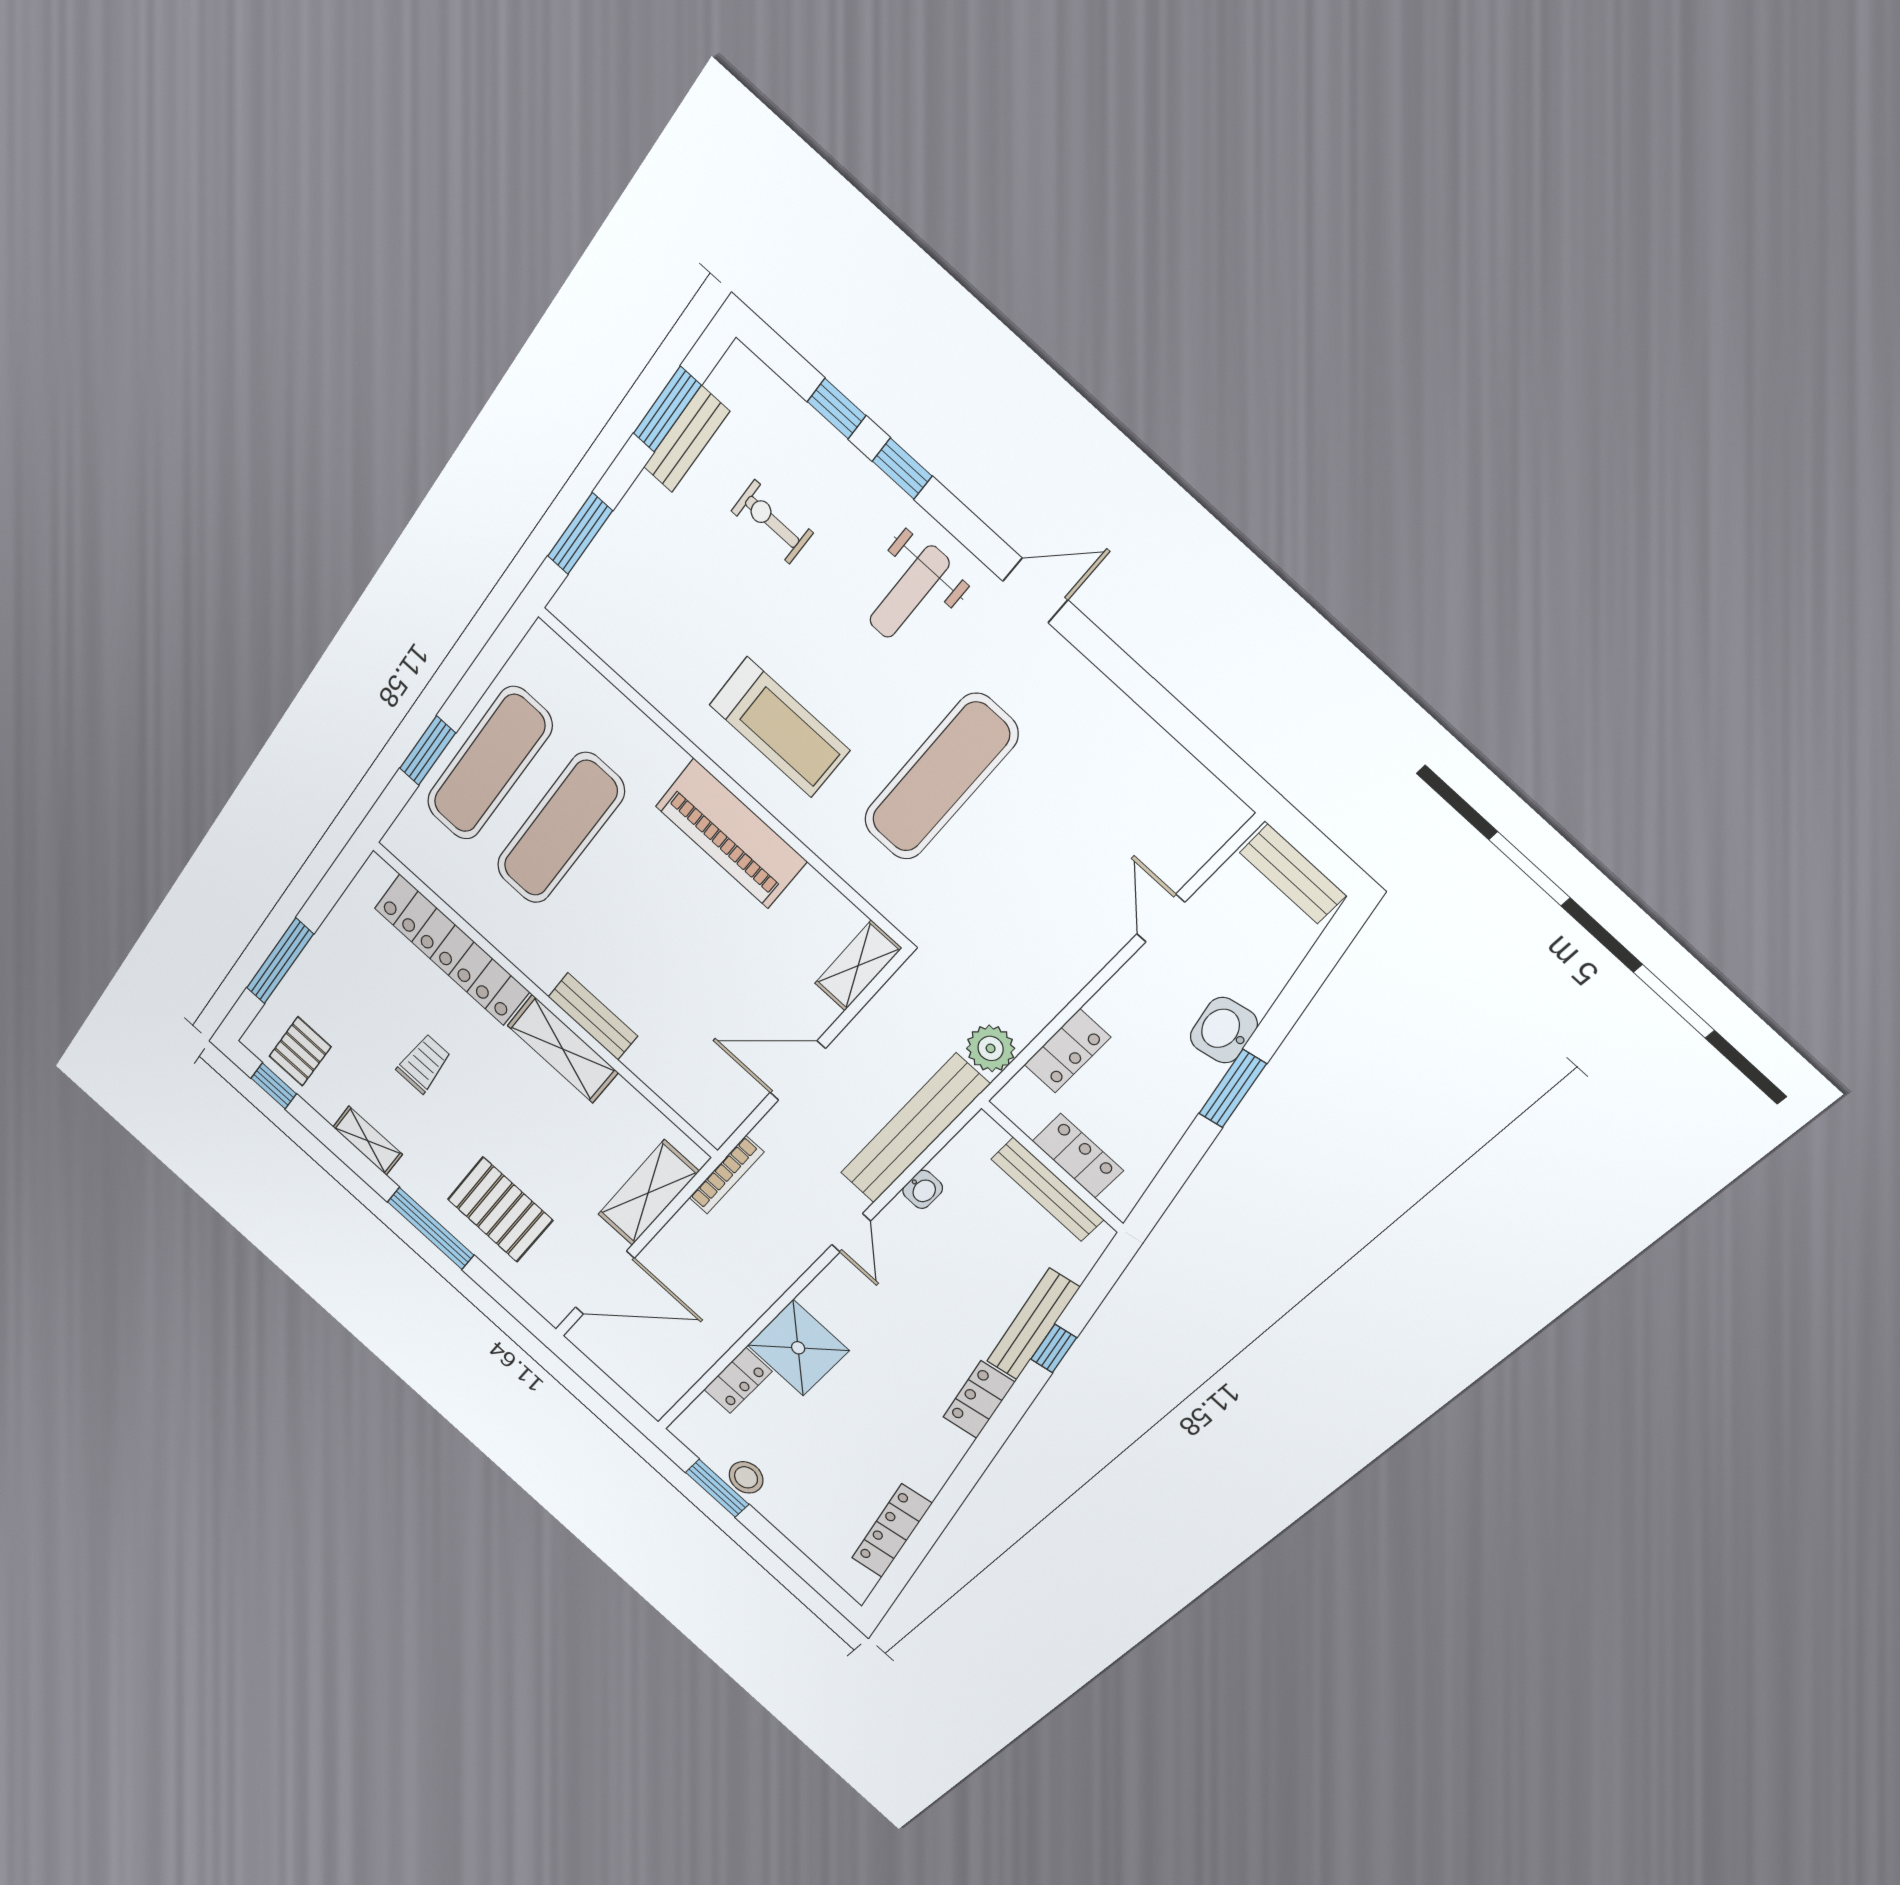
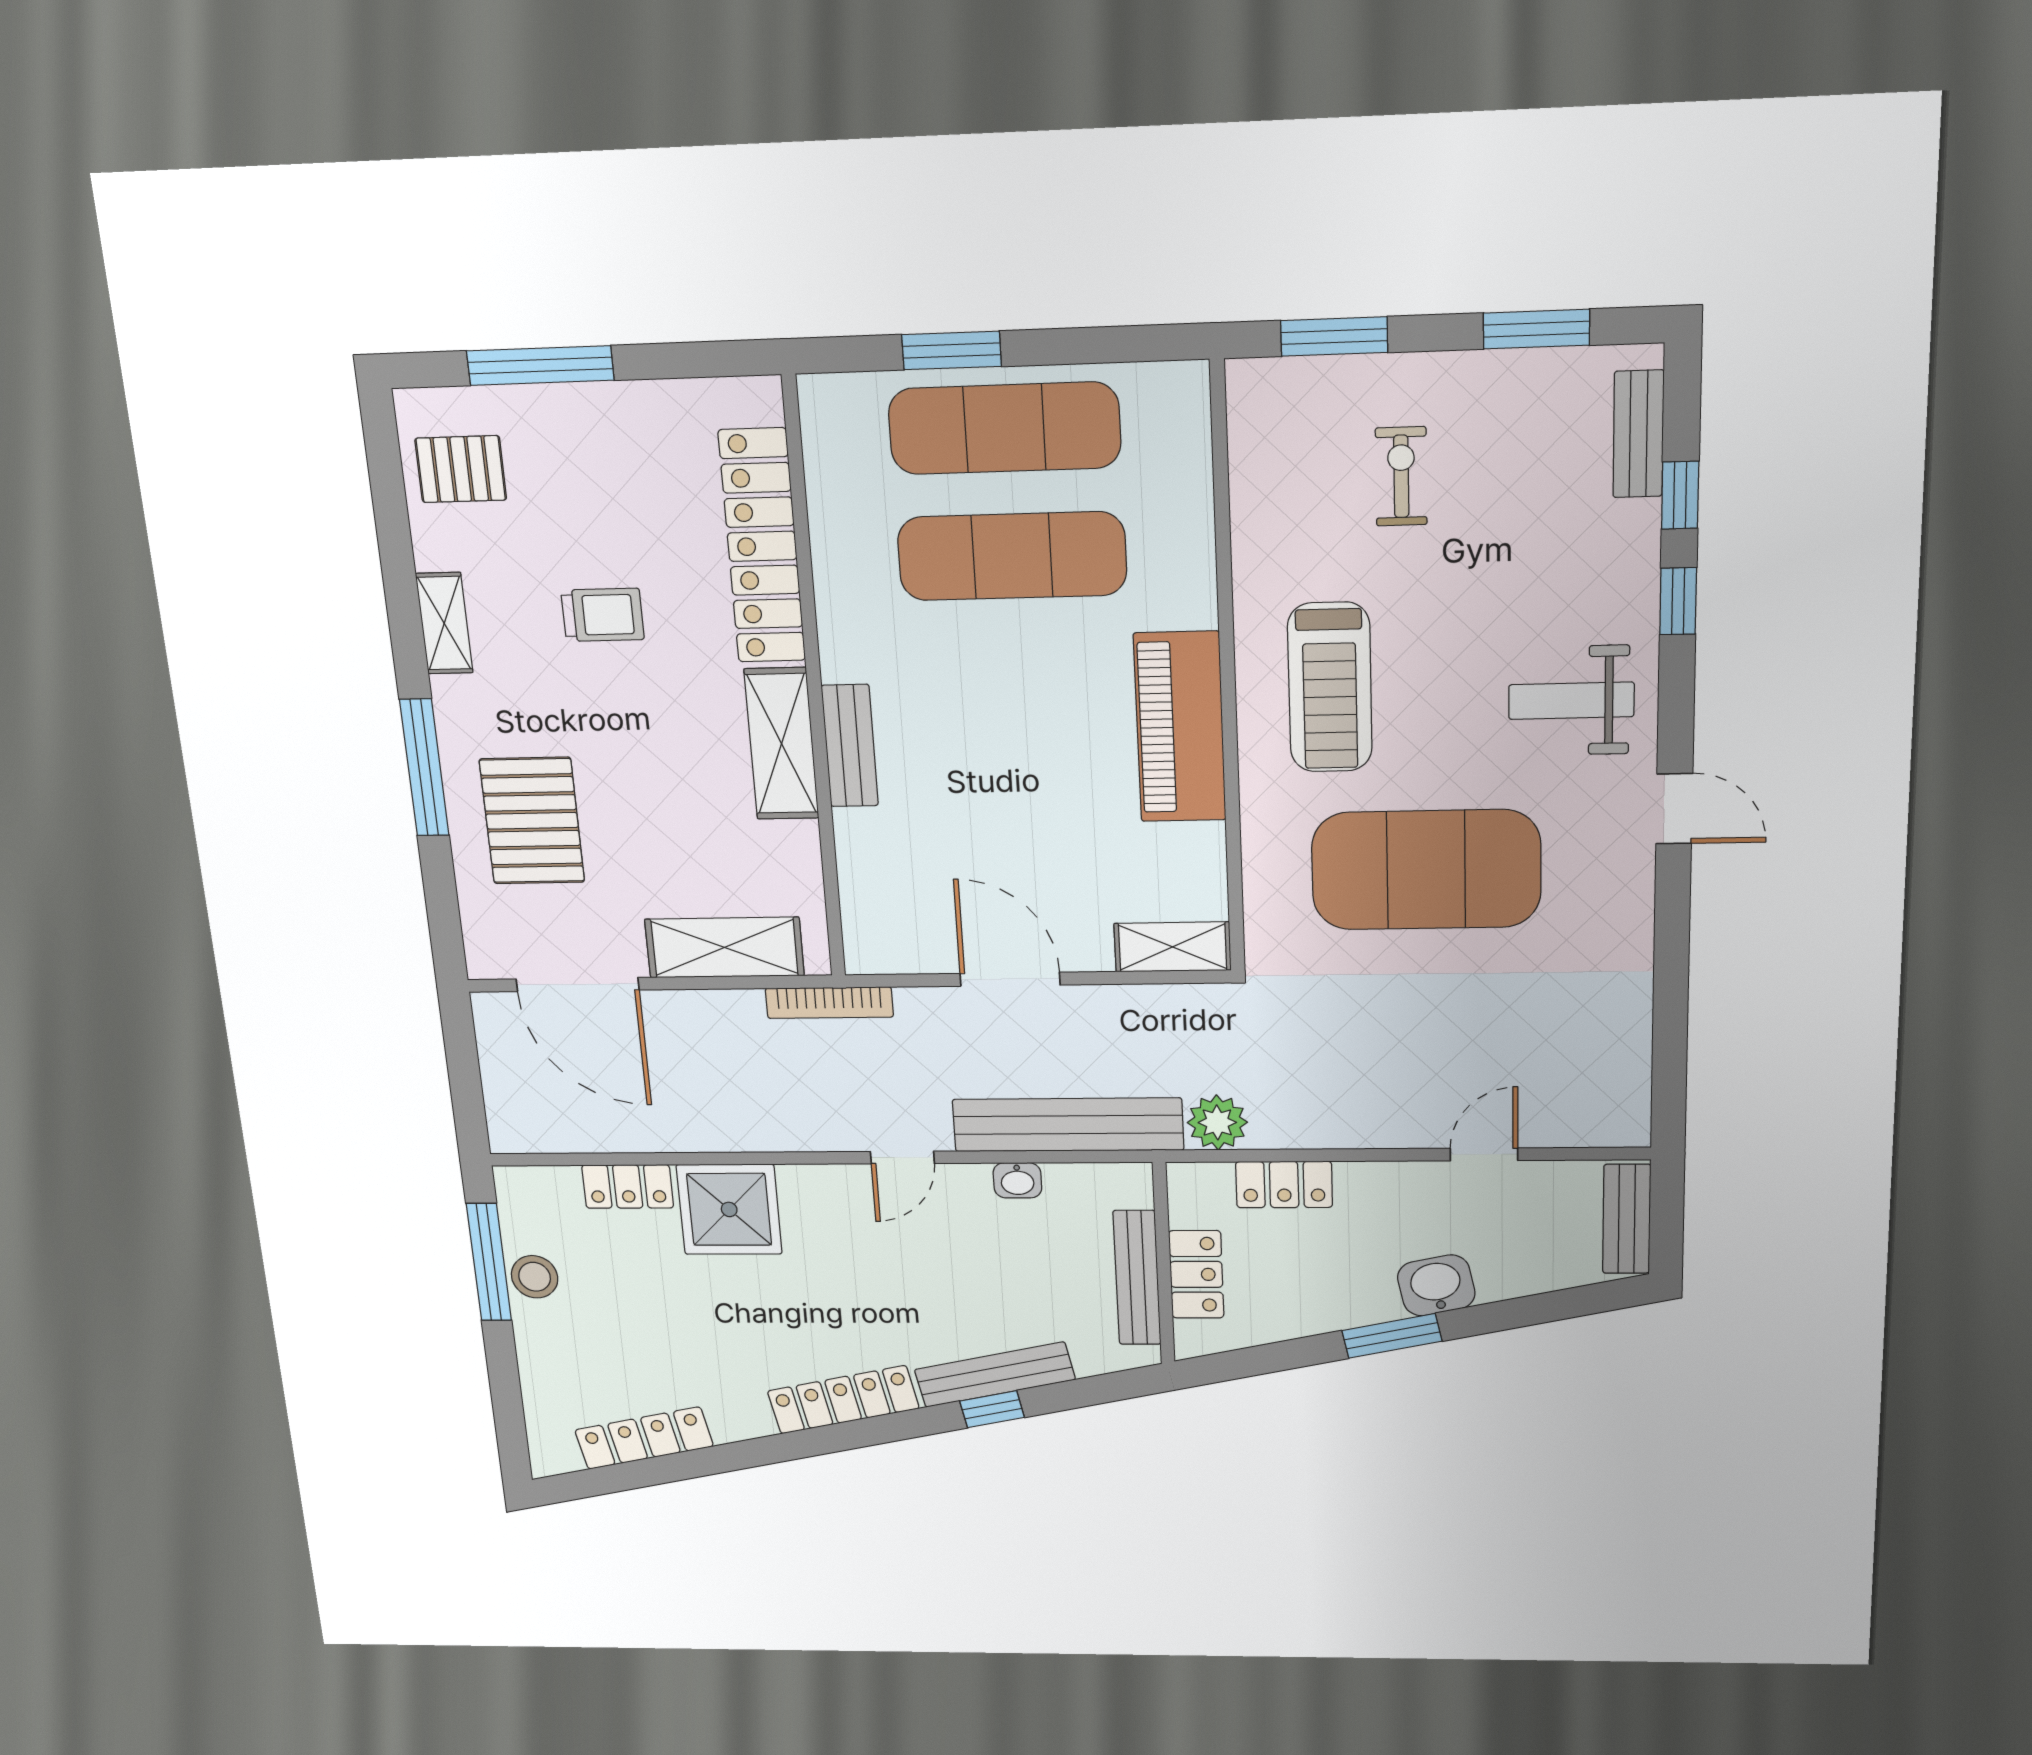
bench: (686, 439) -> (1638, 434), moved, turned 90
exercise bike: (772, 522) -> (1401, 476), moved
exercise mat: (940, 777) -> (1426, 870), width x1.47
window: (274, 1086) -> (385, 470), removed
locker: (979, 1400) -> (843, 1400), width x1.53
window: (717, 1488) -> (489, 1262), width x1.44

